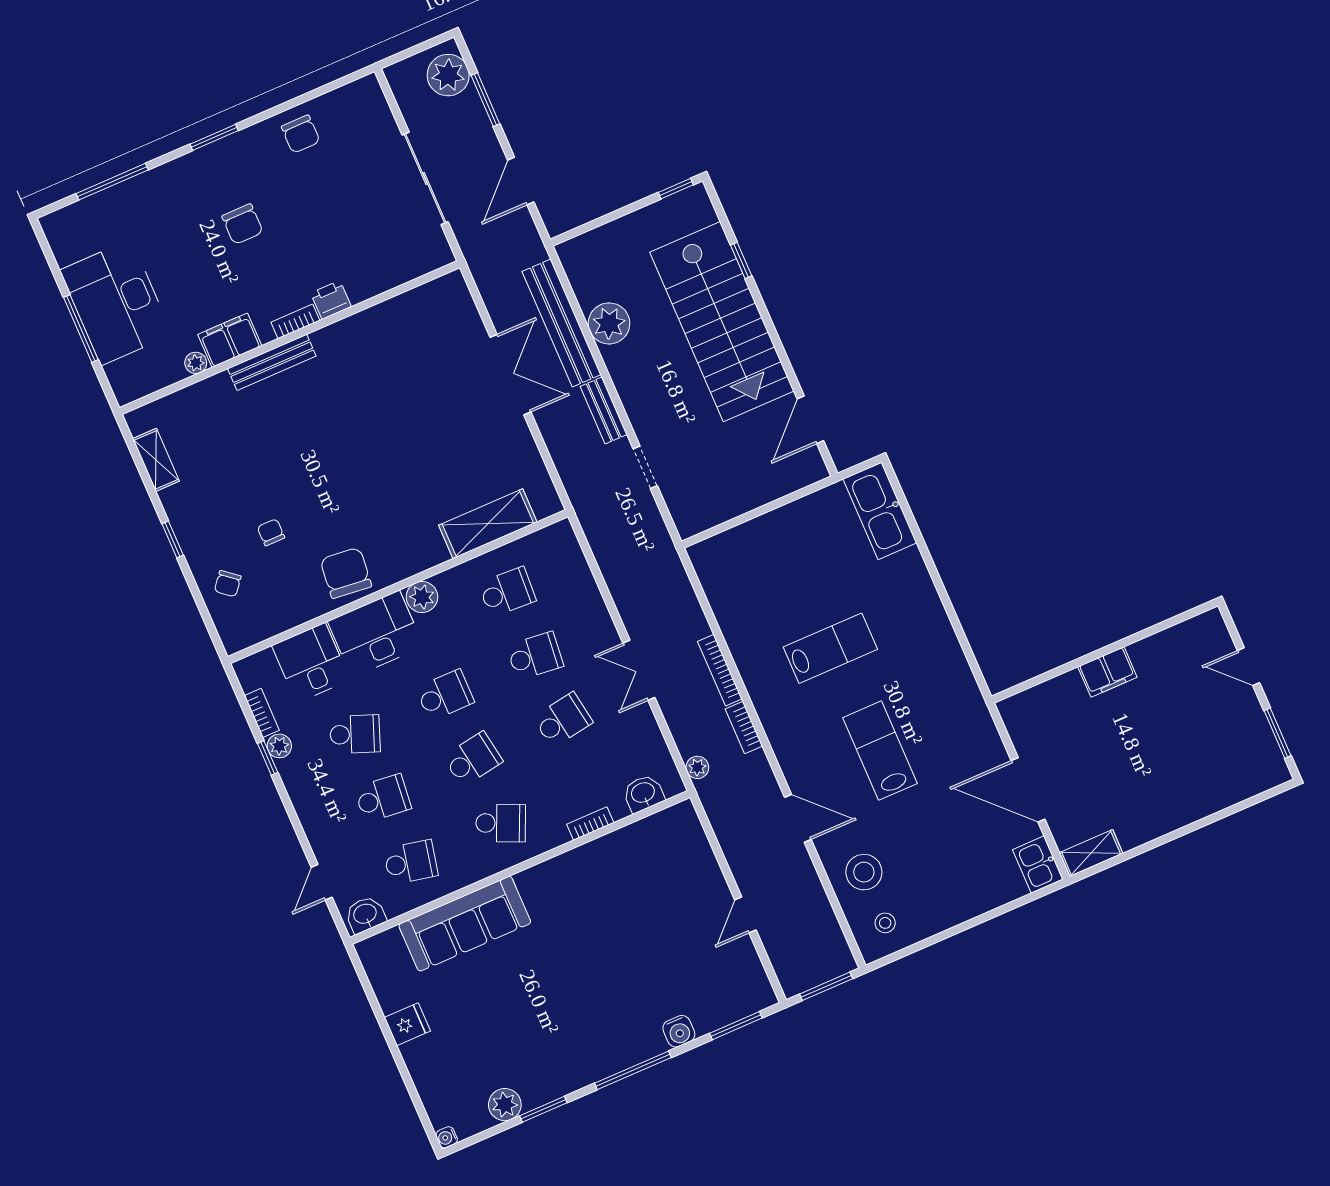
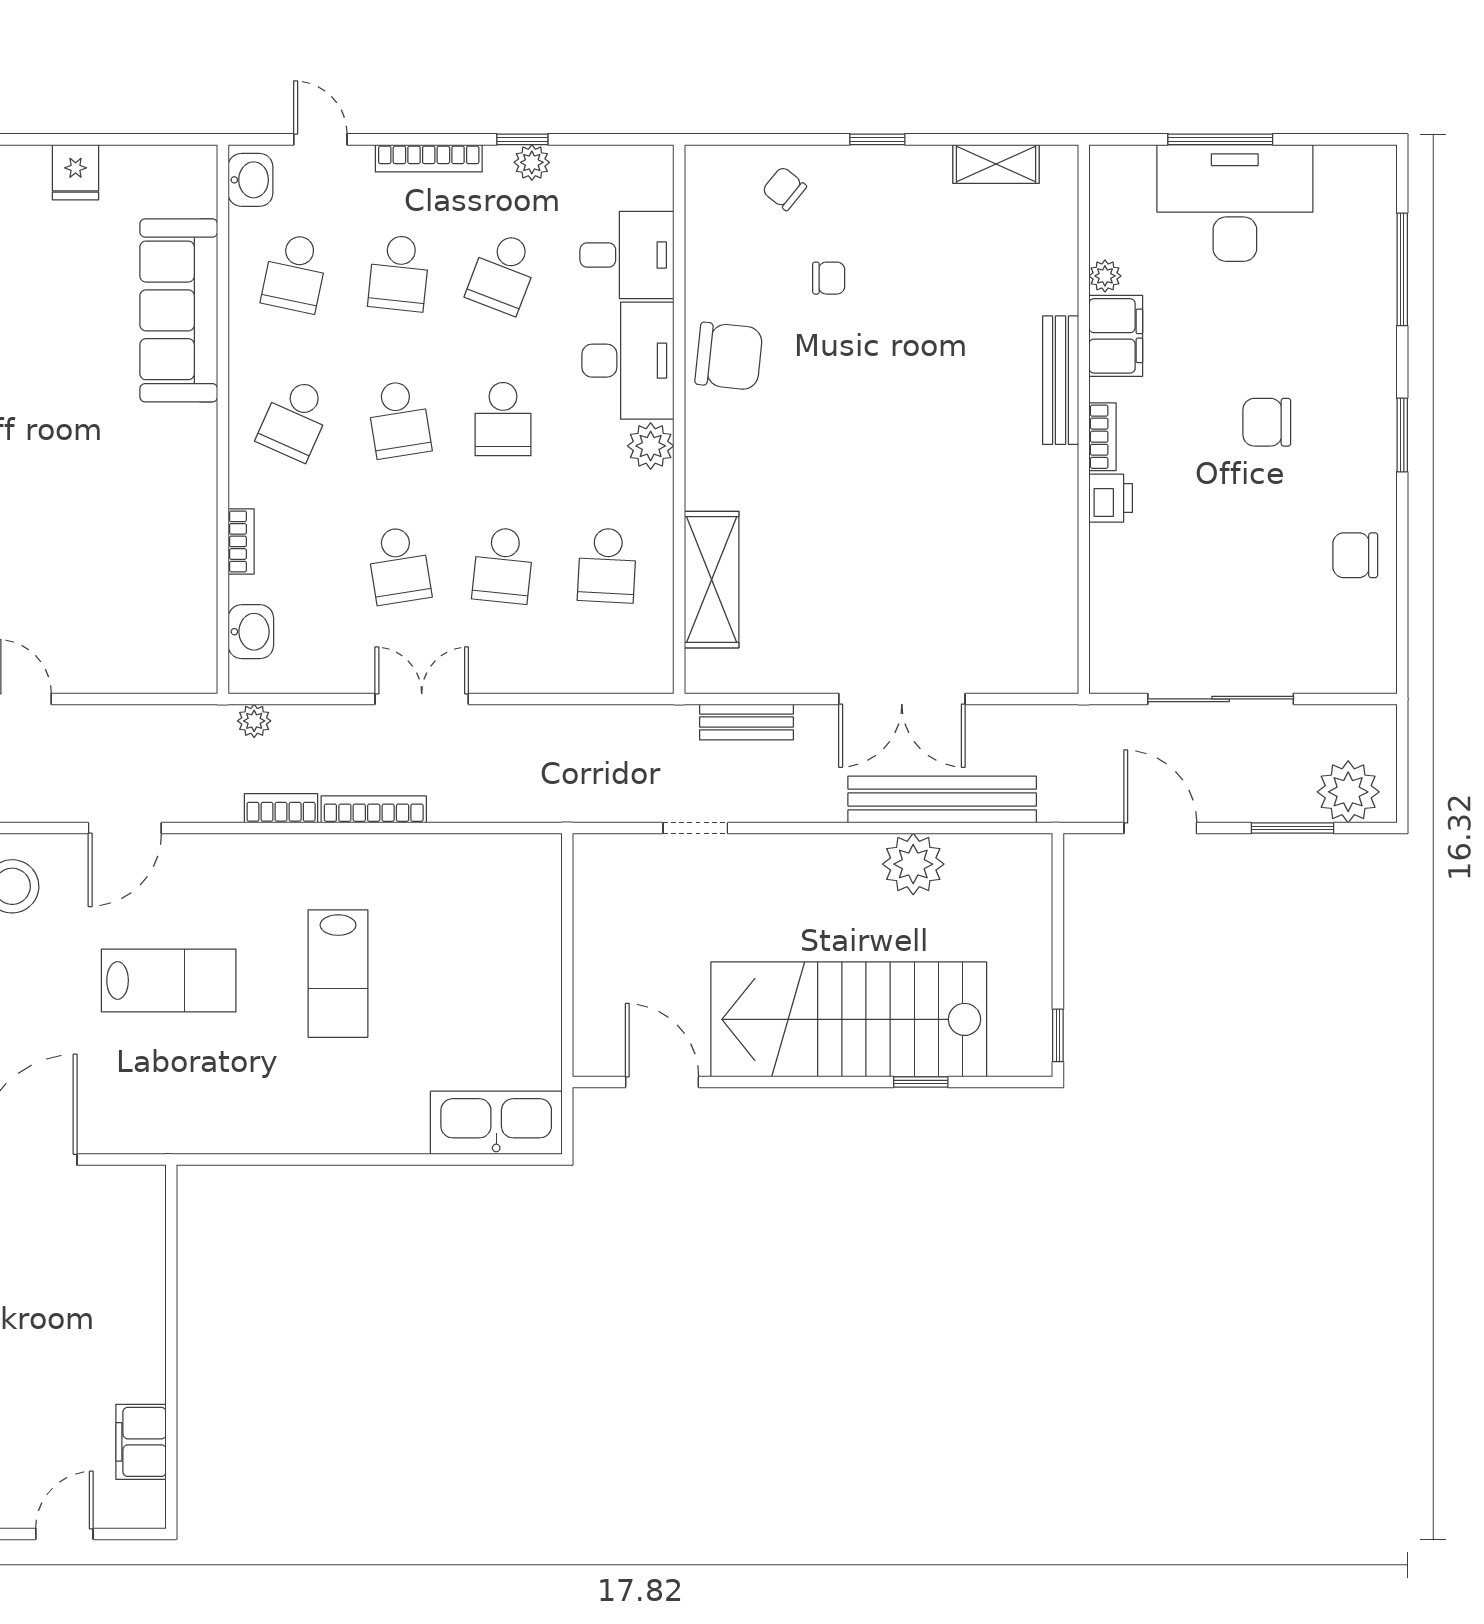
bench: (604, 410) -> (746, 722), moved
filing cabinet: (1107, 672) -> (141, 1442), moved
bookcase: (262, 713) -> (429, 158), moved, width x1.56

